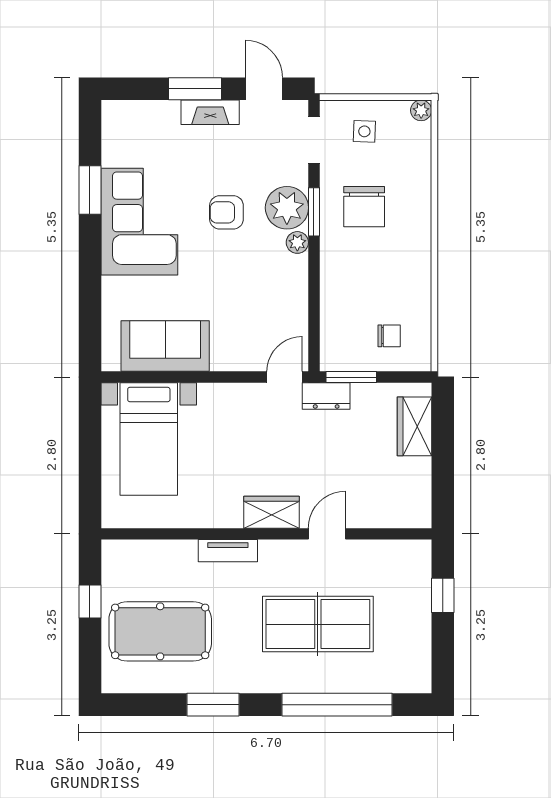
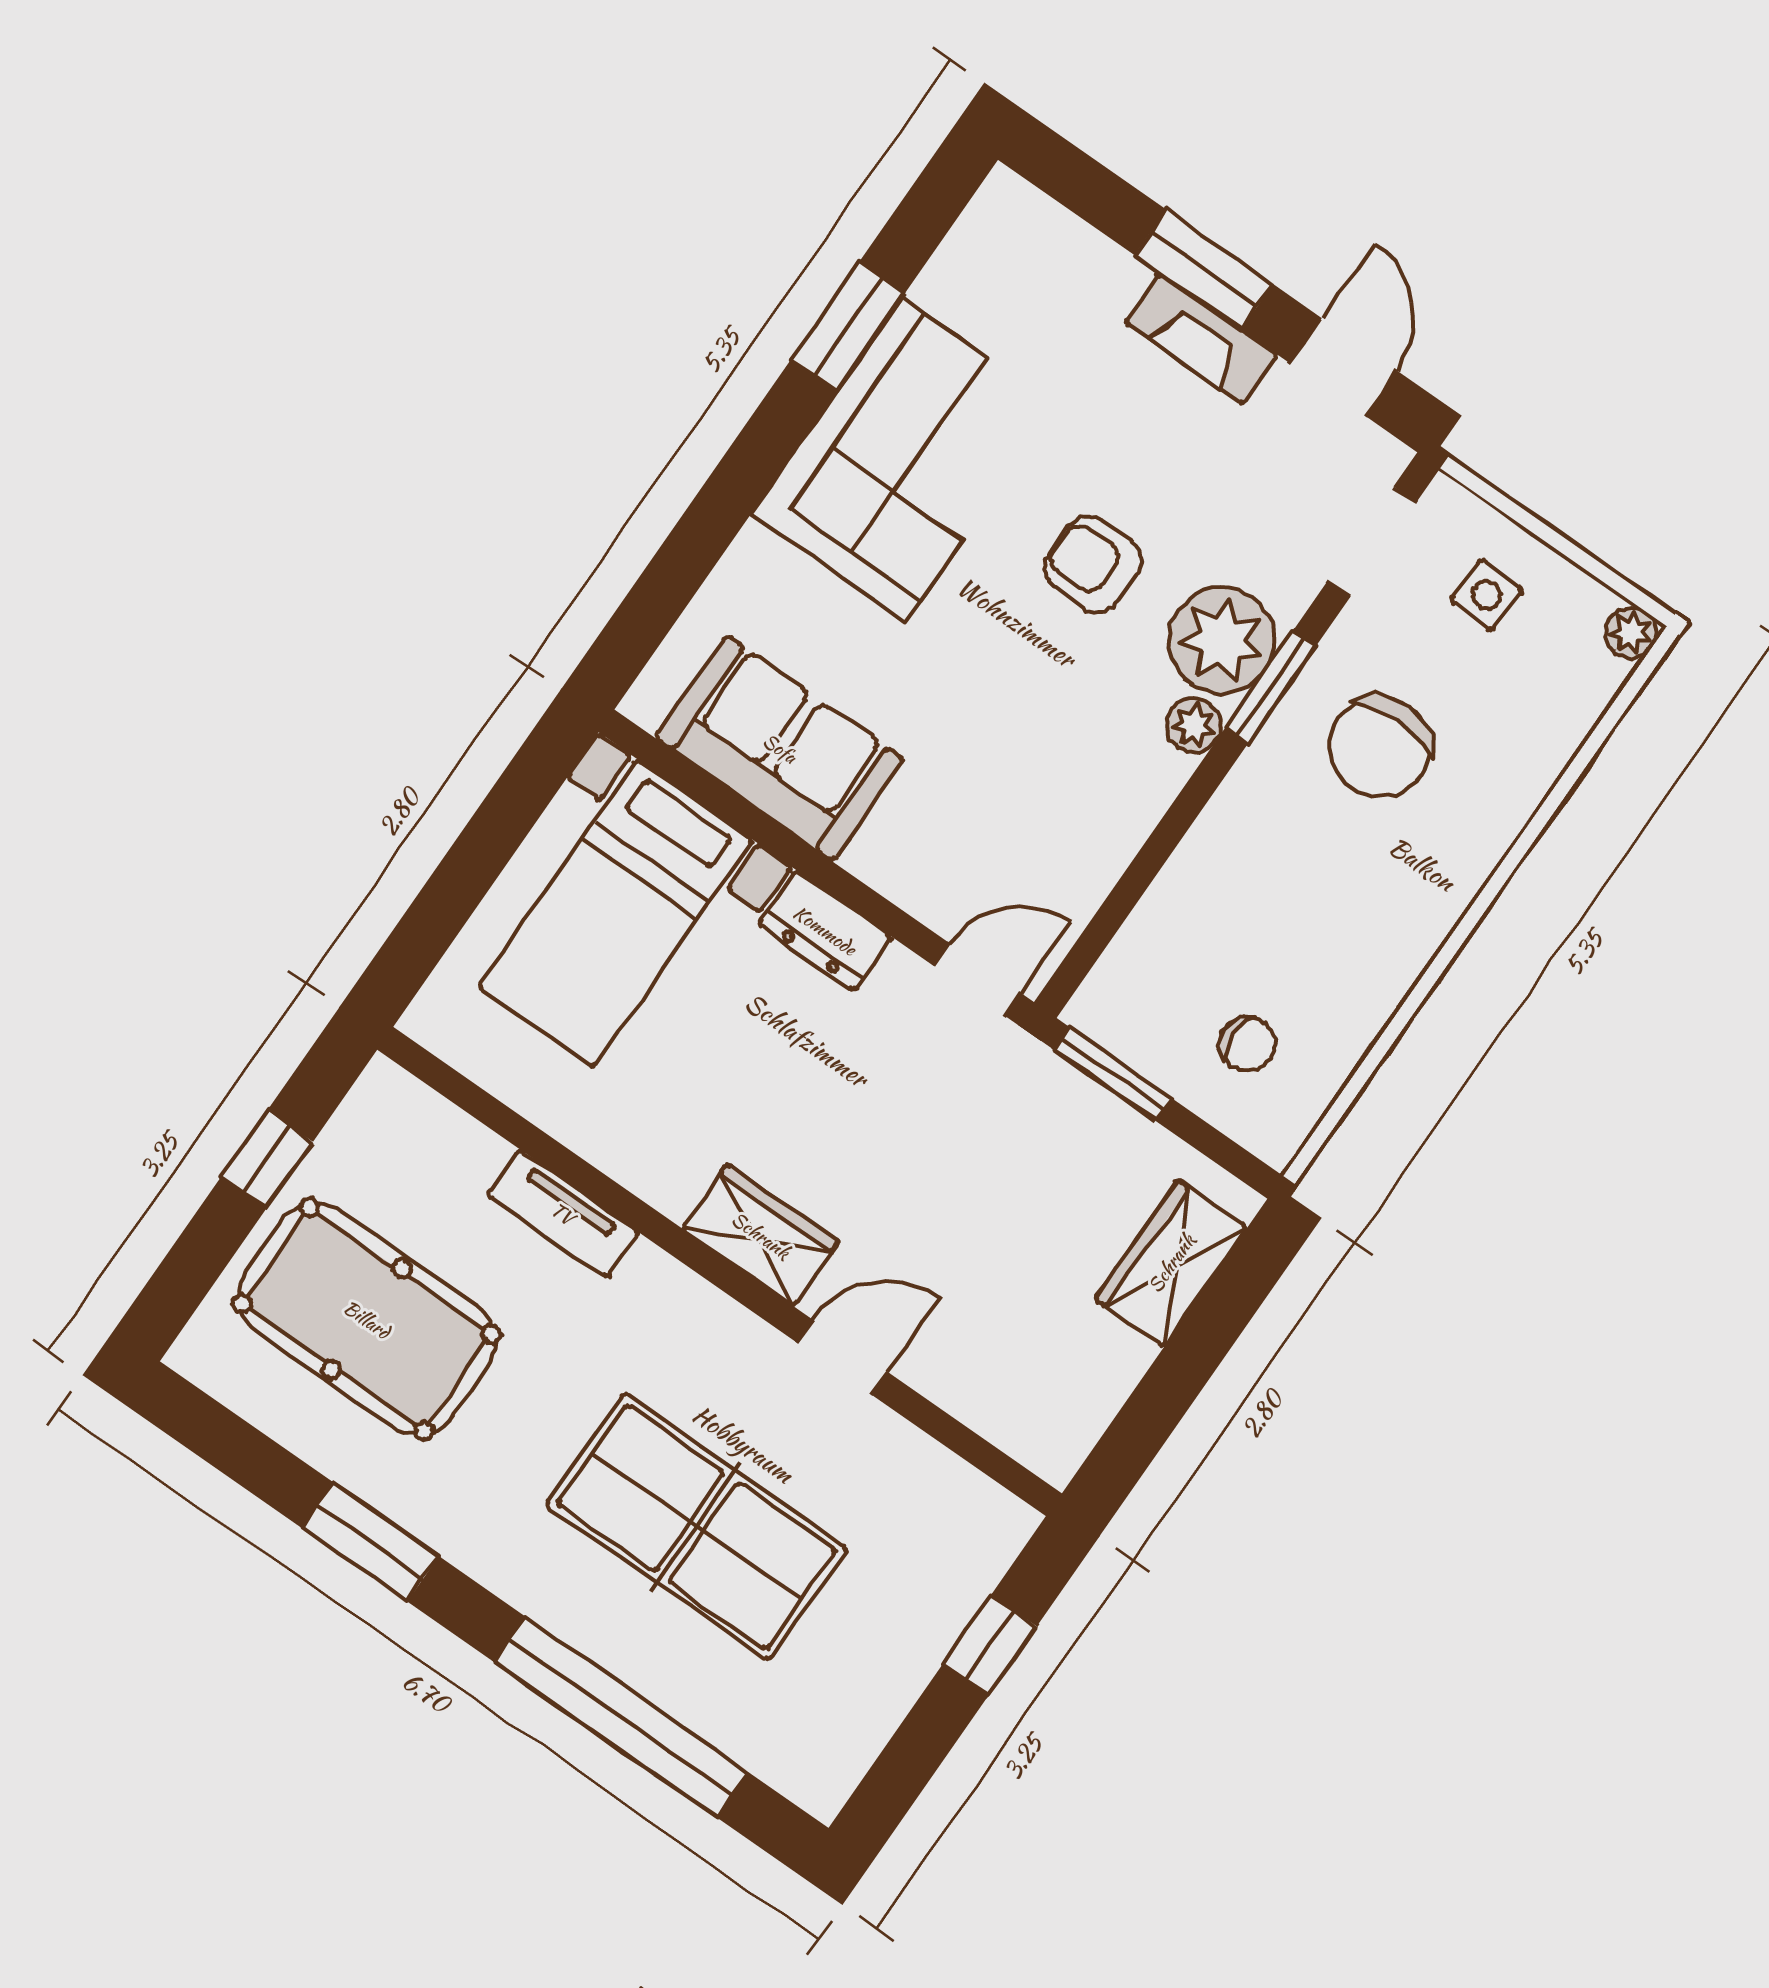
dresser: (326, 396) -> (825, 930), moved
tv unit: (228, 551) -> (563, 1213), moved

